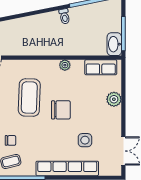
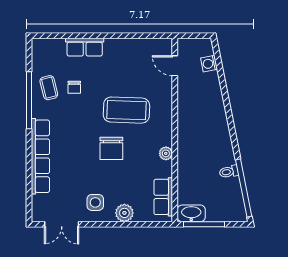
toilet: (64, 16) -> (229, 172), moved
side table: (85, 140) -> (95, 202), moved

